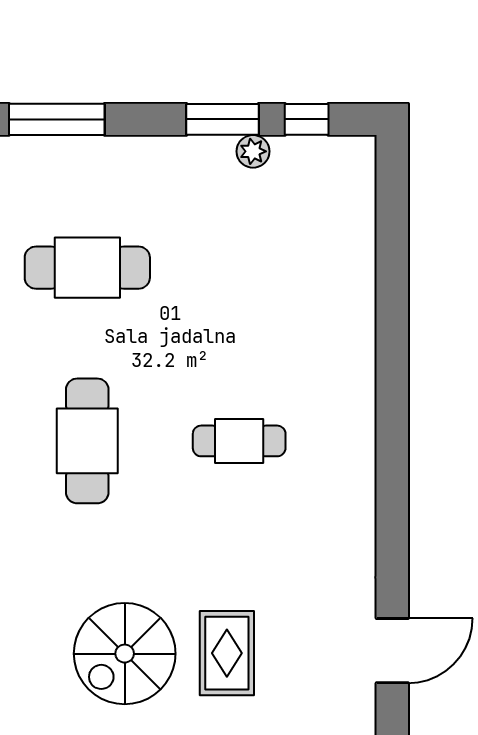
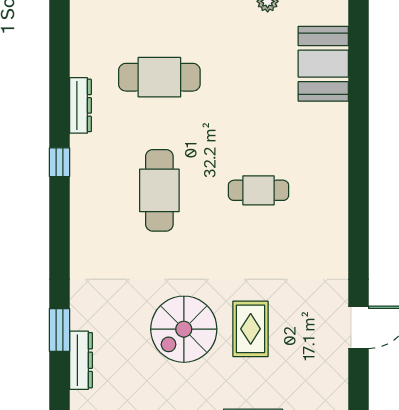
booth: (338, 247) -> (323, 64), added

